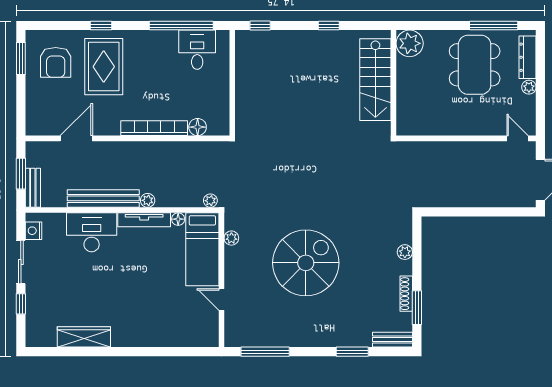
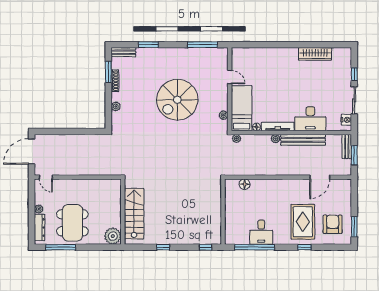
desk: (197, 50) -> (261, 232), moved
bookcase: (154, 128) -> (271, 183), removed

